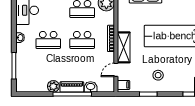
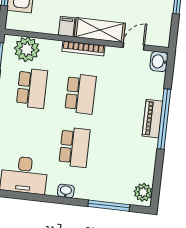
door: (116, 70) -> (134, 46), swing flipped
filing cabinet: (123, 85) -> (67, 26), moved
plant: (53, 86) -> (143, 192), moved
washbasin: (91, 87) -> (159, 62), moved

